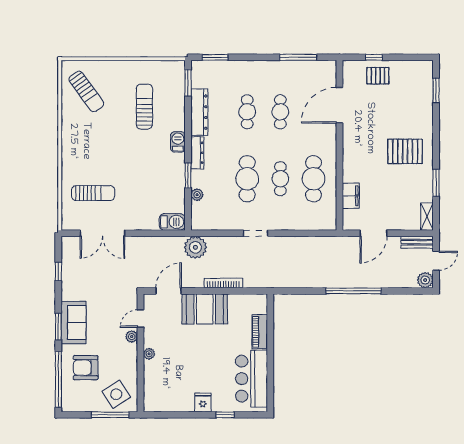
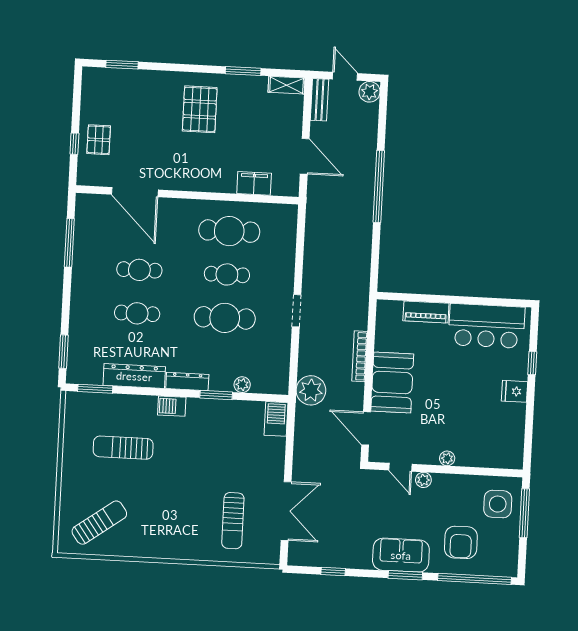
sun lounger: (93, 193) -> (233, 521), turned 180
side table: (116, 394) -> (498, 504), turned 33

